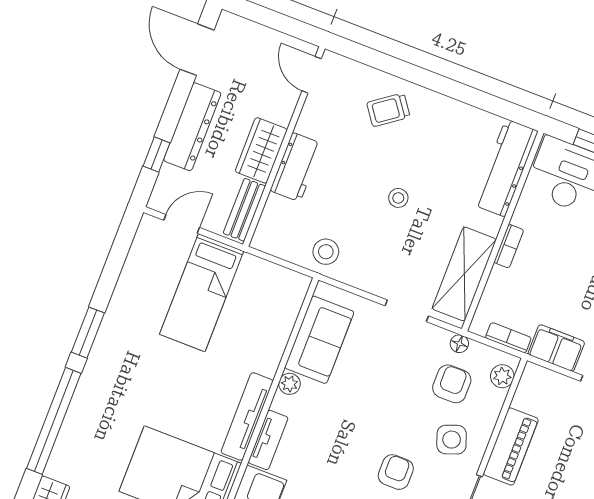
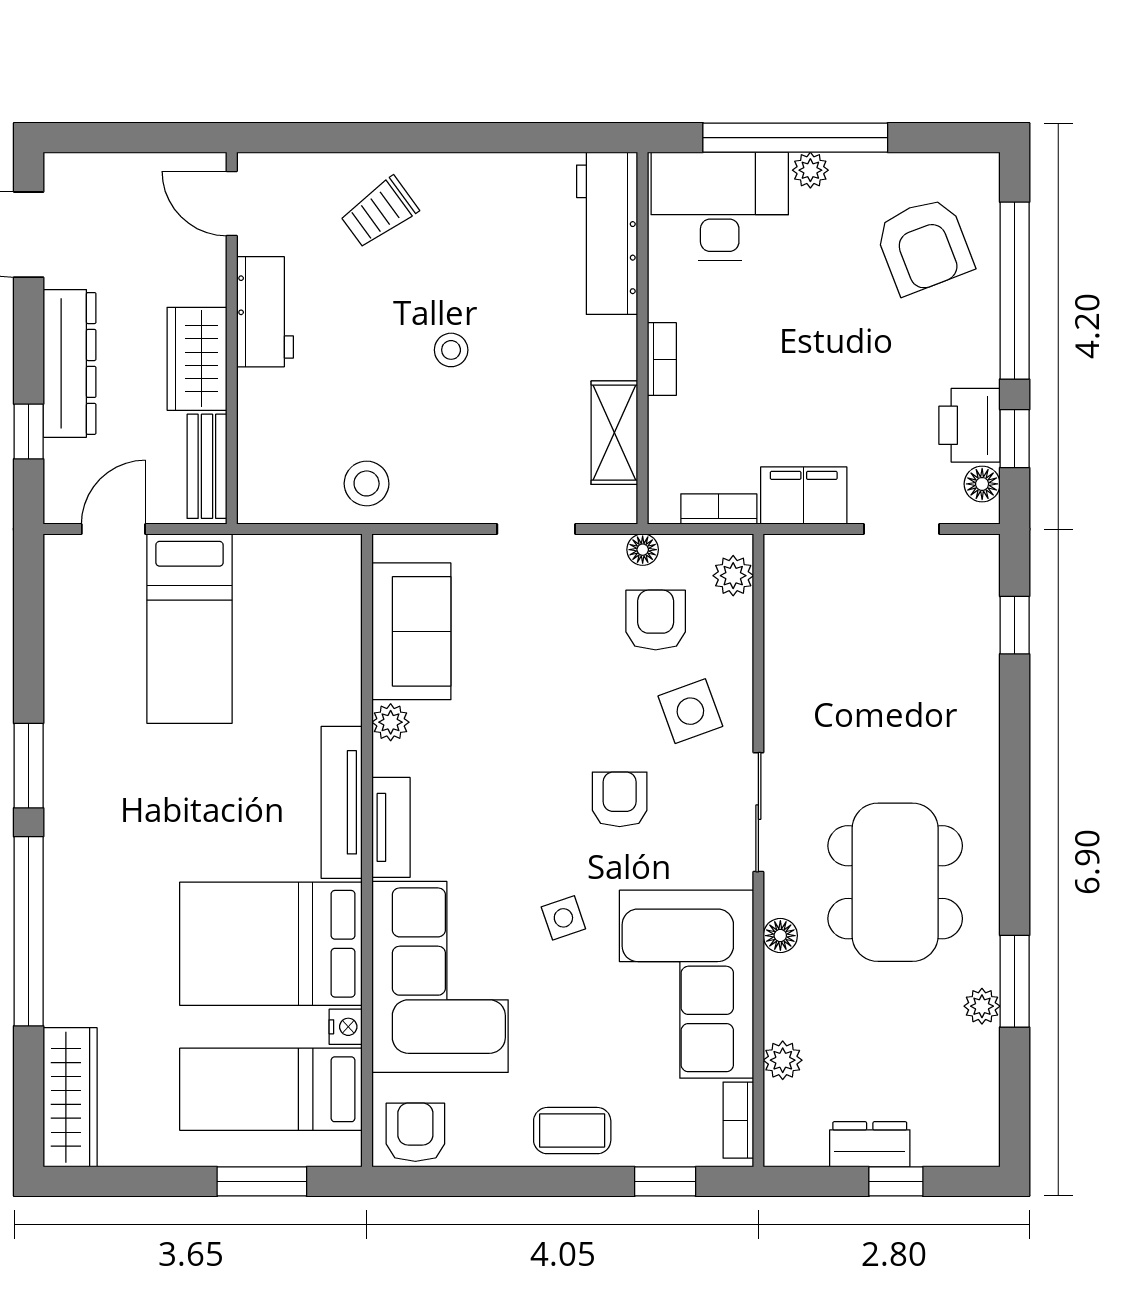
workbench: (296, 167) -> (265, 312), moved
shelving: (464, 274) -> (614, 433), width x0.67, depth x0.75
piano: (511, 446) -> (792, 685), removed

